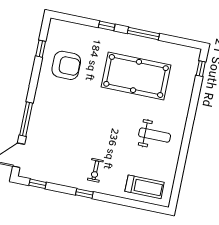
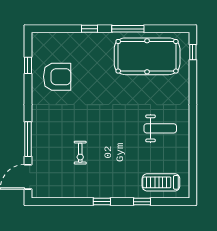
pool table: (136, 76) -> (147, 56), moved
exercise bike: (95, 170) -> (80, 153), moved
window: (38, 184) -> (142, 202), moved
treadmill: (145, 187) -> (161, 182), turned 180

